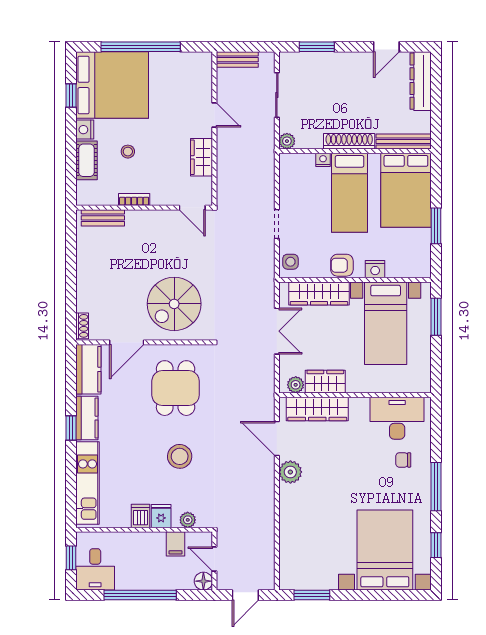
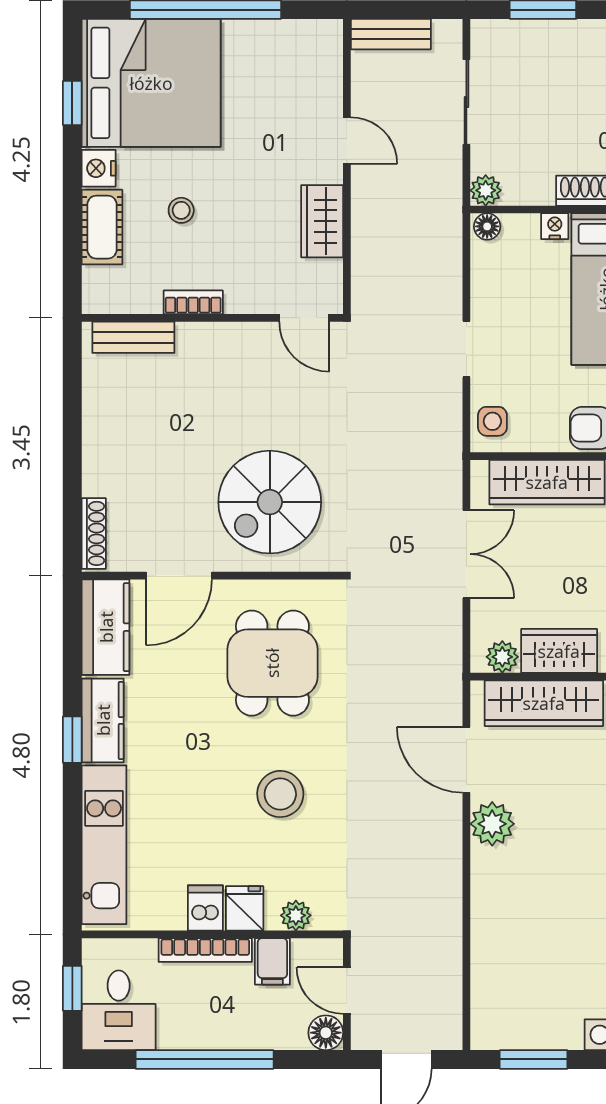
floor lamp: (288, 160) -> (487, 226), added
shoe rack: (82, 326) -> (94, 533), width x1.43
bookcase: (140, 538) -> (205, 950), added

